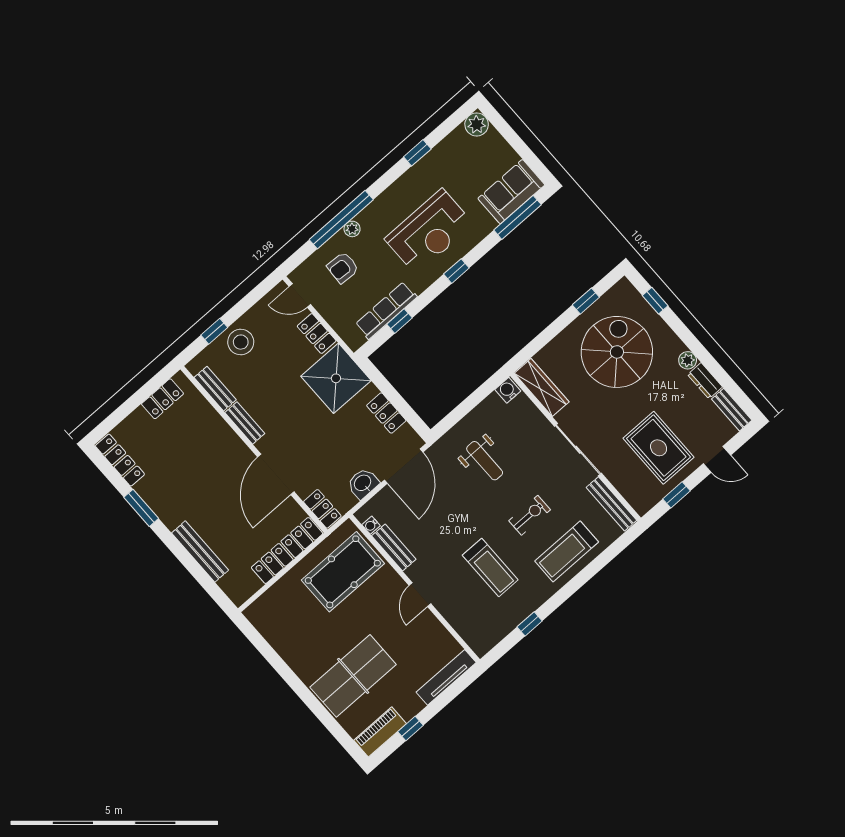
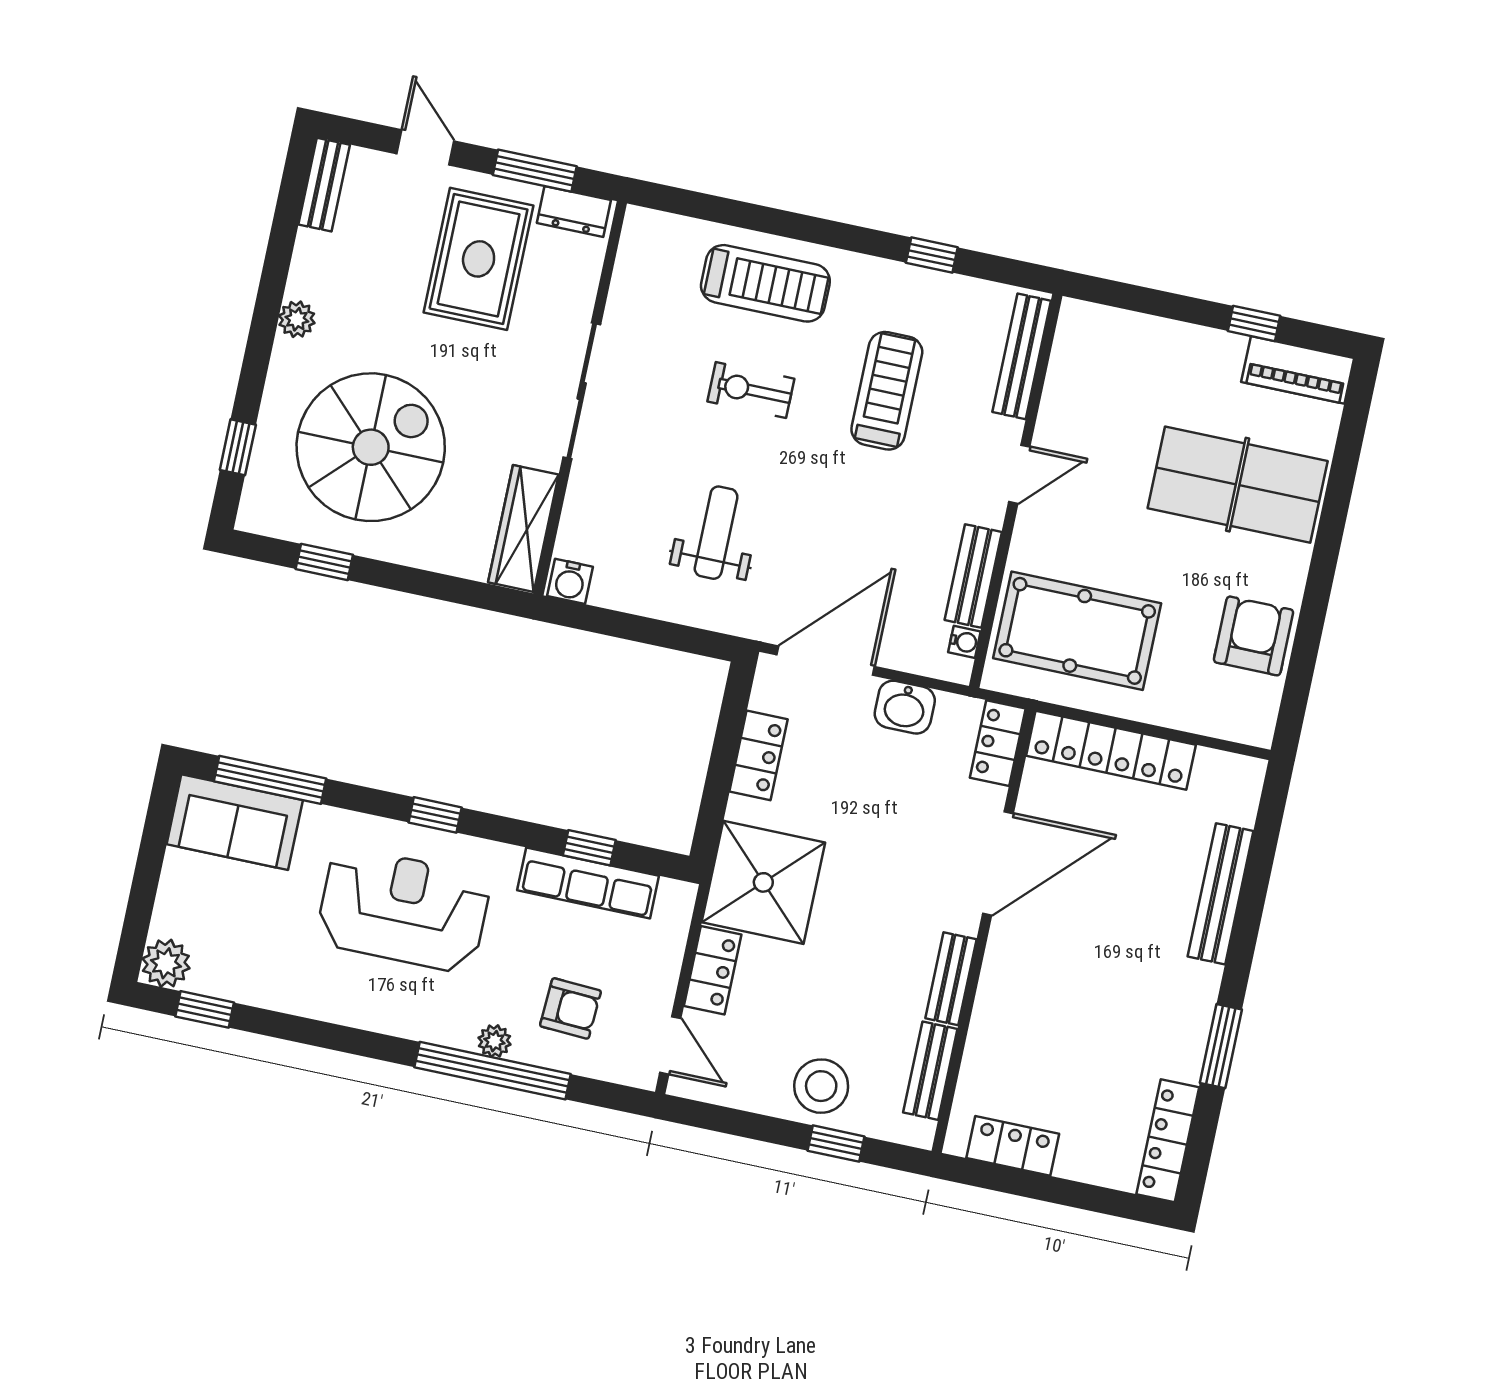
window: (417, 153) -> (205, 1009), moved
spiral stairs: (617, 352) -> (371, 447), turned 180
dresser: (705, 381) -> (574, 212), moved, turned 90
window: (676, 495) -> (535, 171), width x1.50
bench: (611, 504) -> (1022, 356), moved
armchair: (290, 638) -> (1254, 636), added
tv unit: (446, 677) -> (1125, 328), removed

